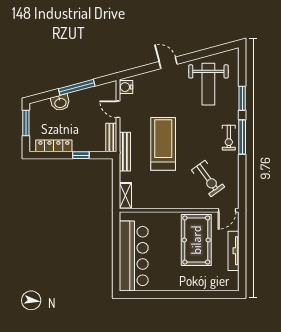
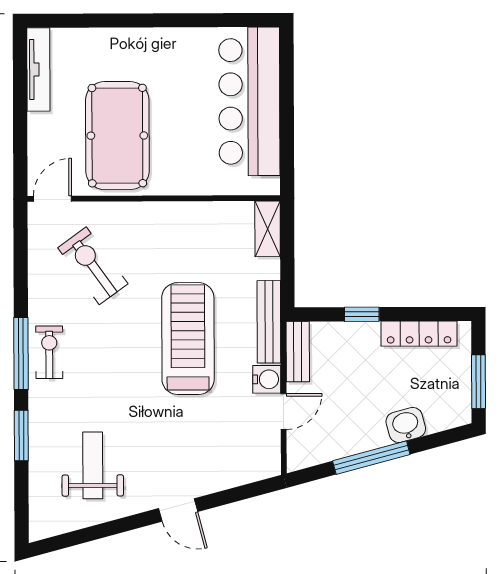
weight bench: (208, 84) -> (93, 465), width x0.73, depth x0.75
water cooler: (126, 87) -> (267, 379), moved
door: (118, 109) -> (284, 412), hinge flipped
treadmill: (163, 144) -> (188, 339), turned 180
tv unit: (233, 251) -> (38, 69), moved

